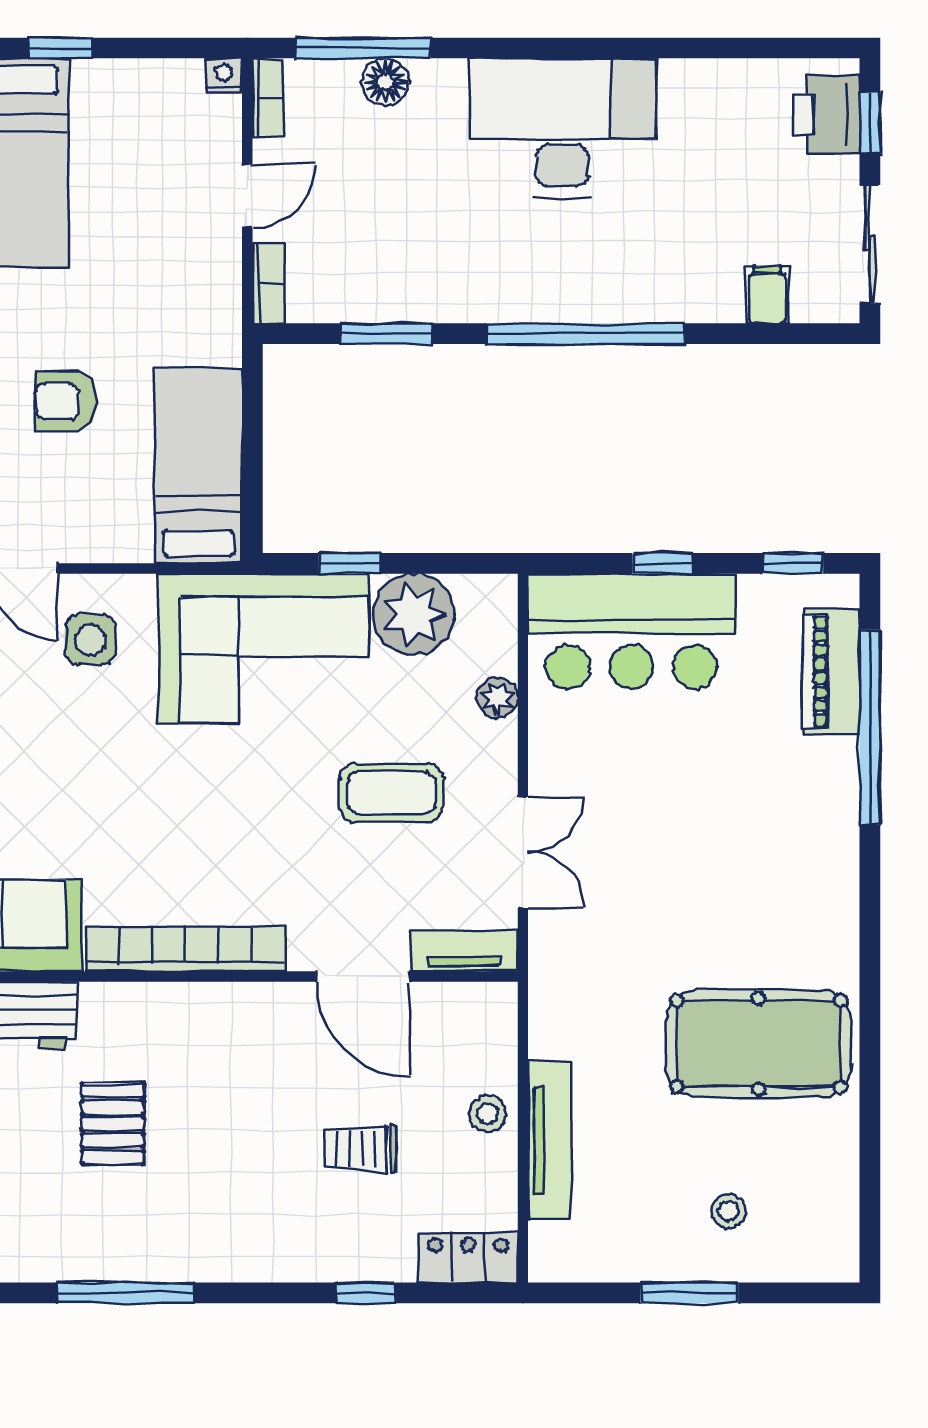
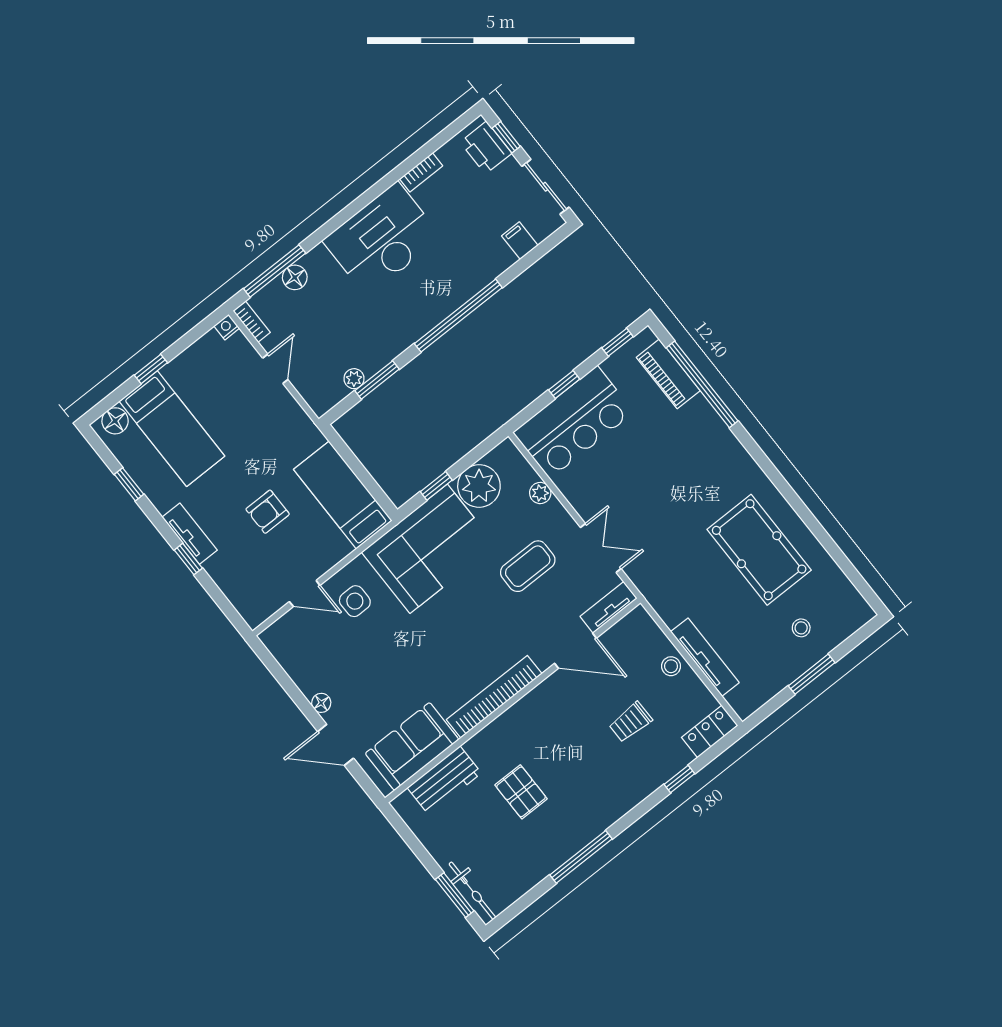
bookcase: (269, 283) -> (421, 172), moved, turned 90
plant: (354, 304) -> (354, 379), added
pool table: (759, 1044) -> (759, 550), turned 90

